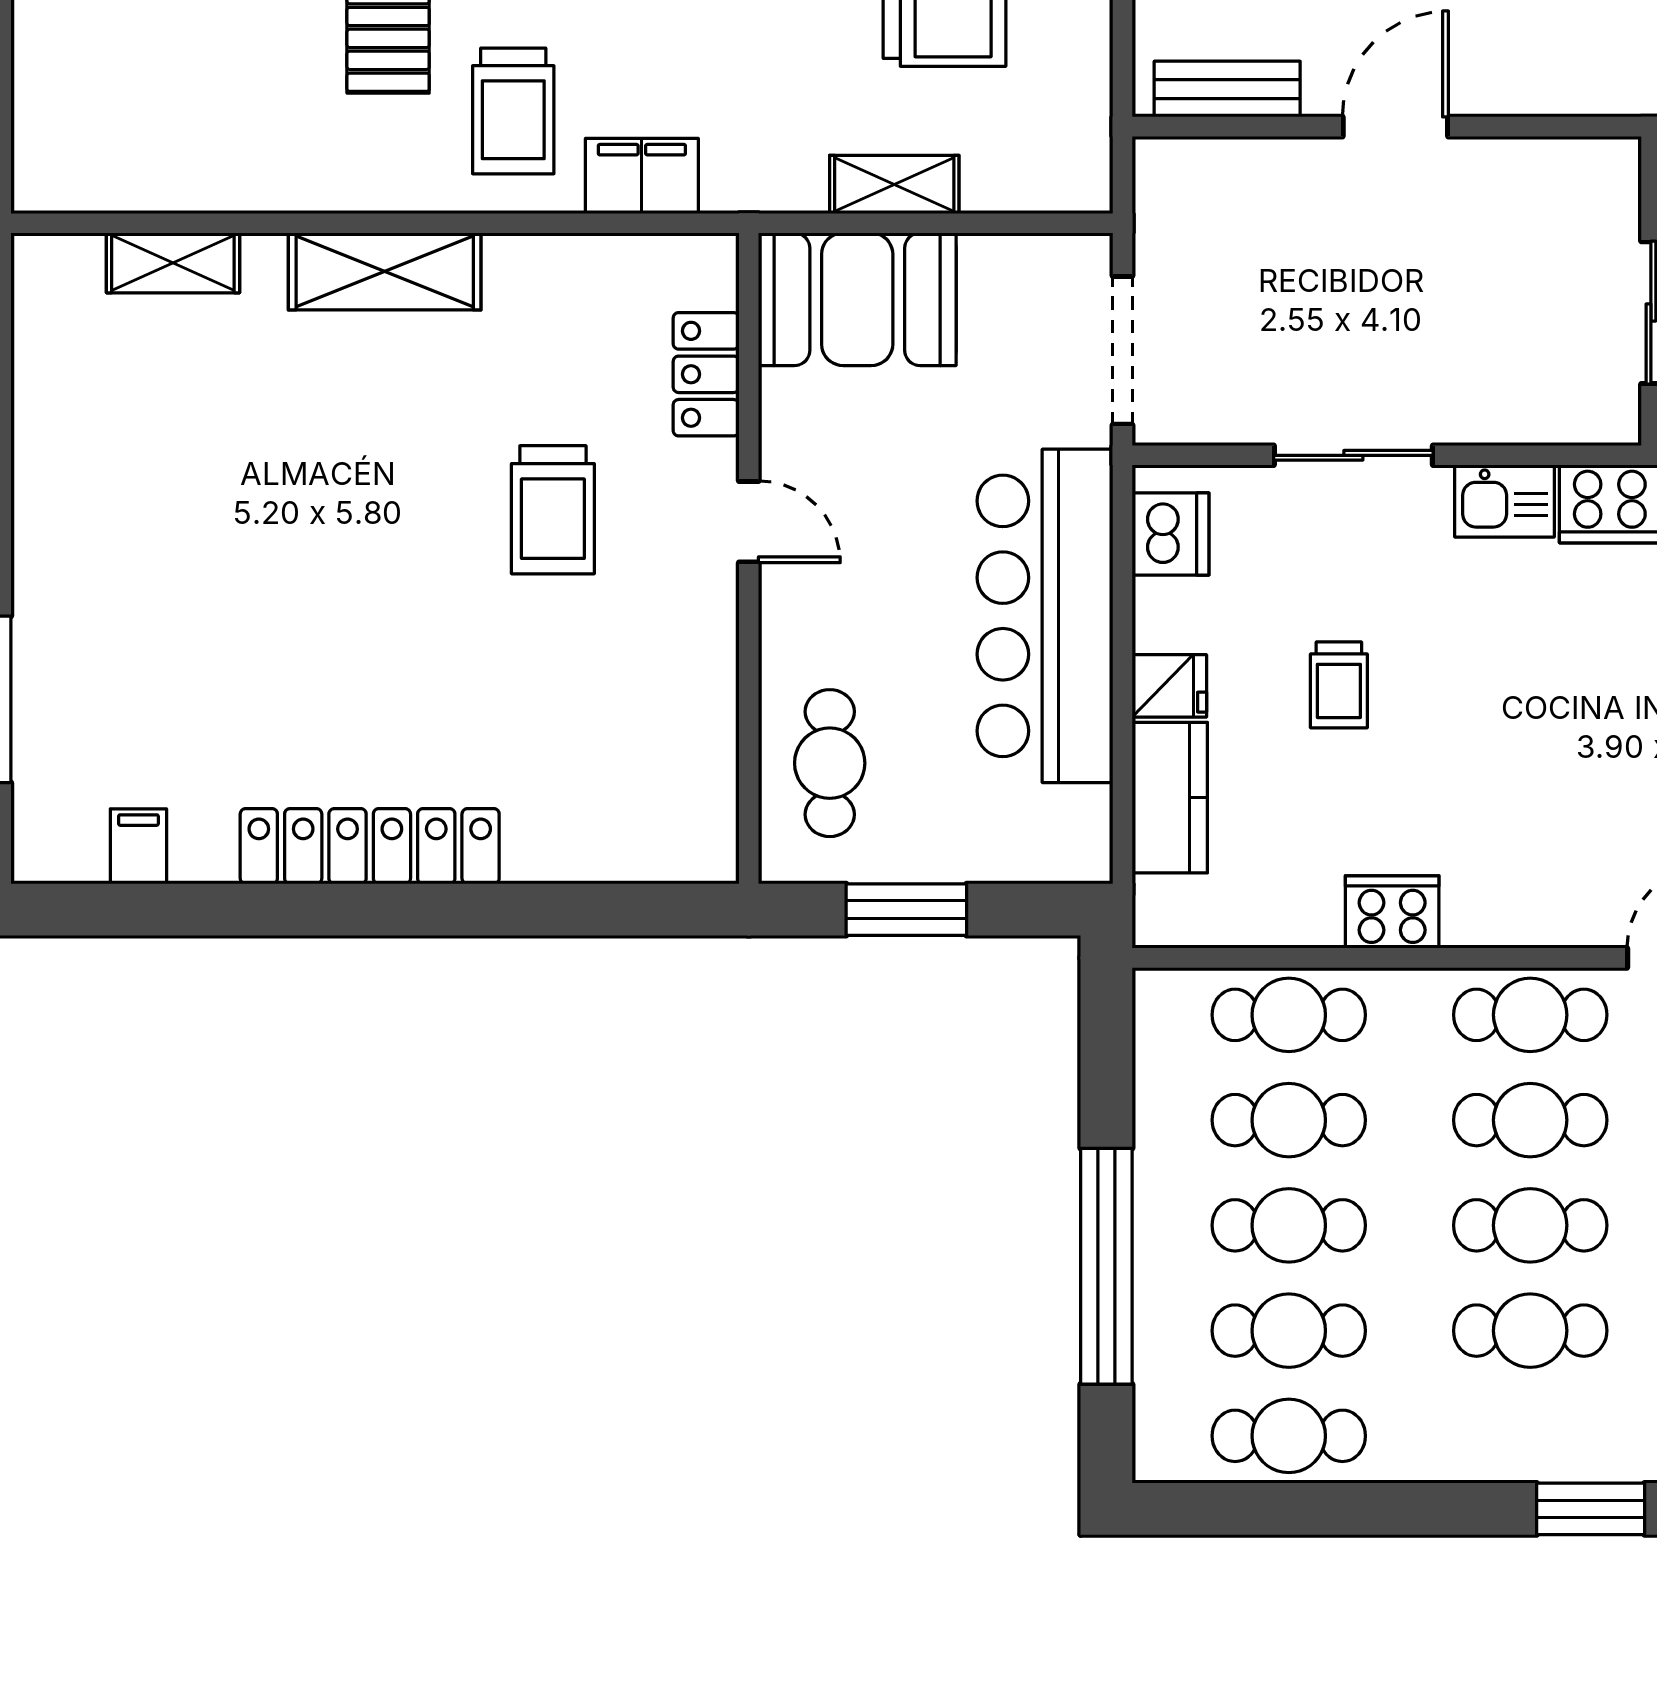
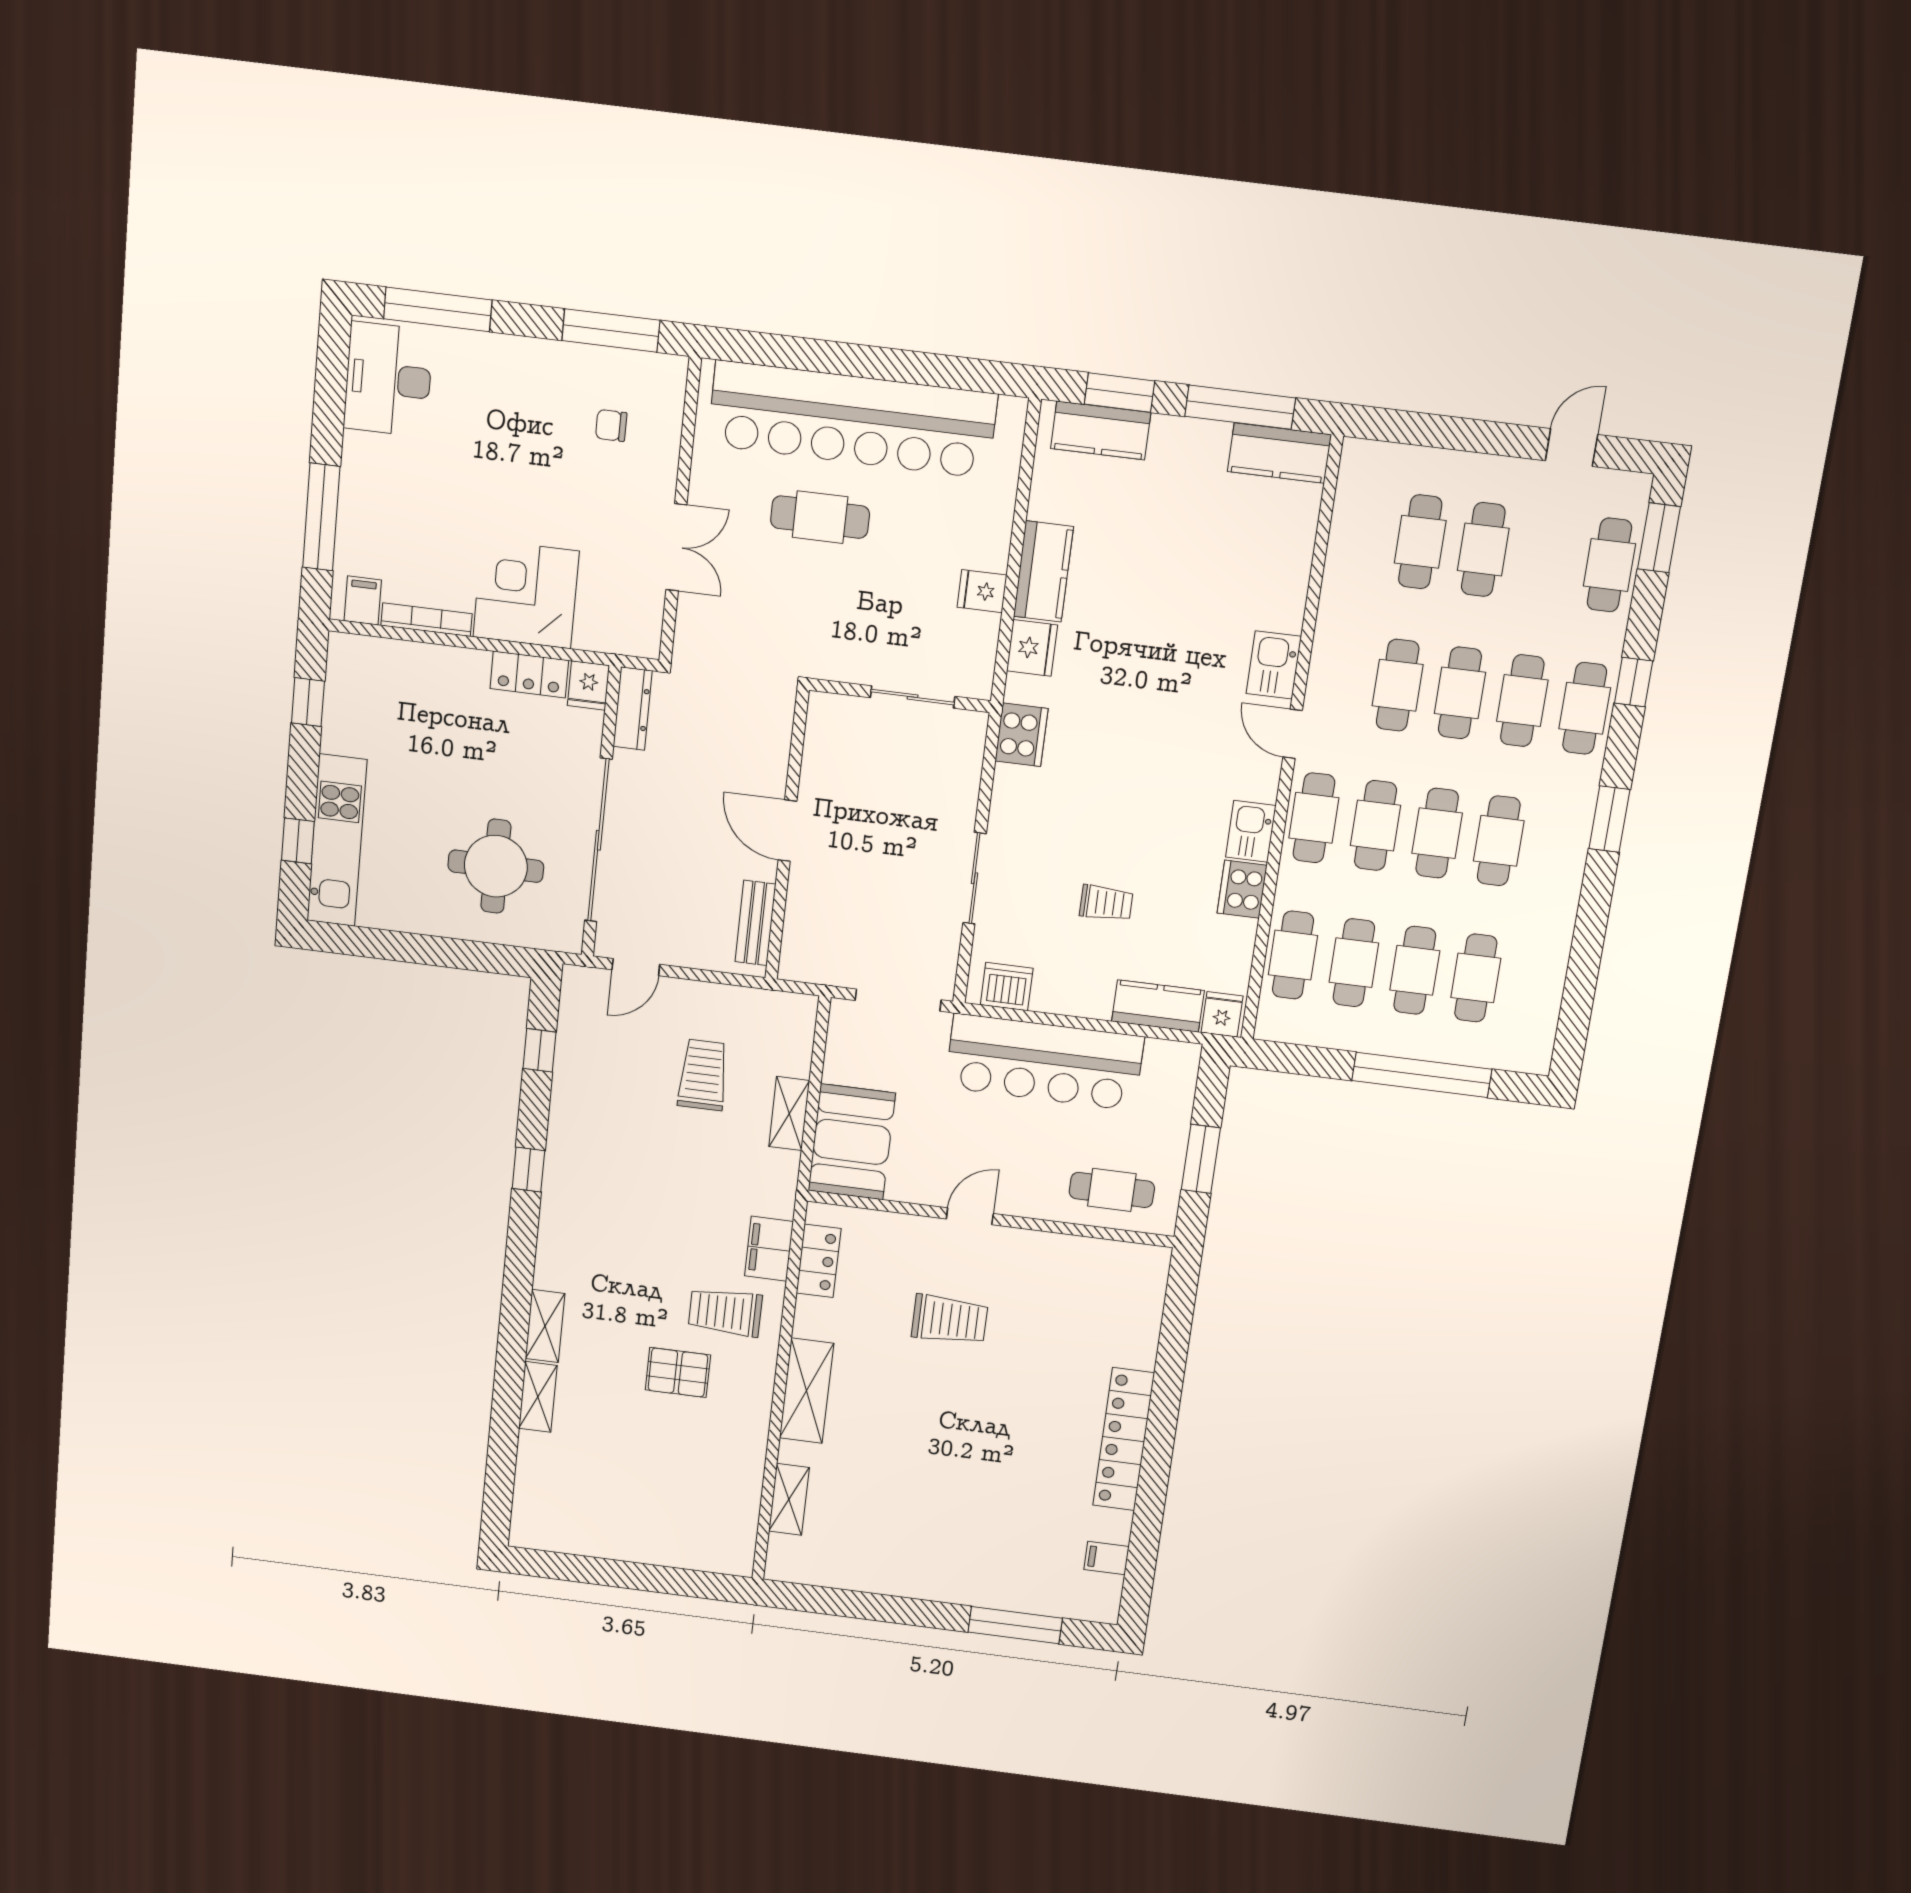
trolley: (513, 111) -> (725, 1312), turned 180
locker: (706, 374) -> (819, 1261), moved, turned -90
kitchen sink: (1505, 501) -> (1251, 831), moved, turned 180
fridge: (1169, 686) -> (1222, 1014), moved
cafe table: (1289, 1436) -> (1537, 986), removed

